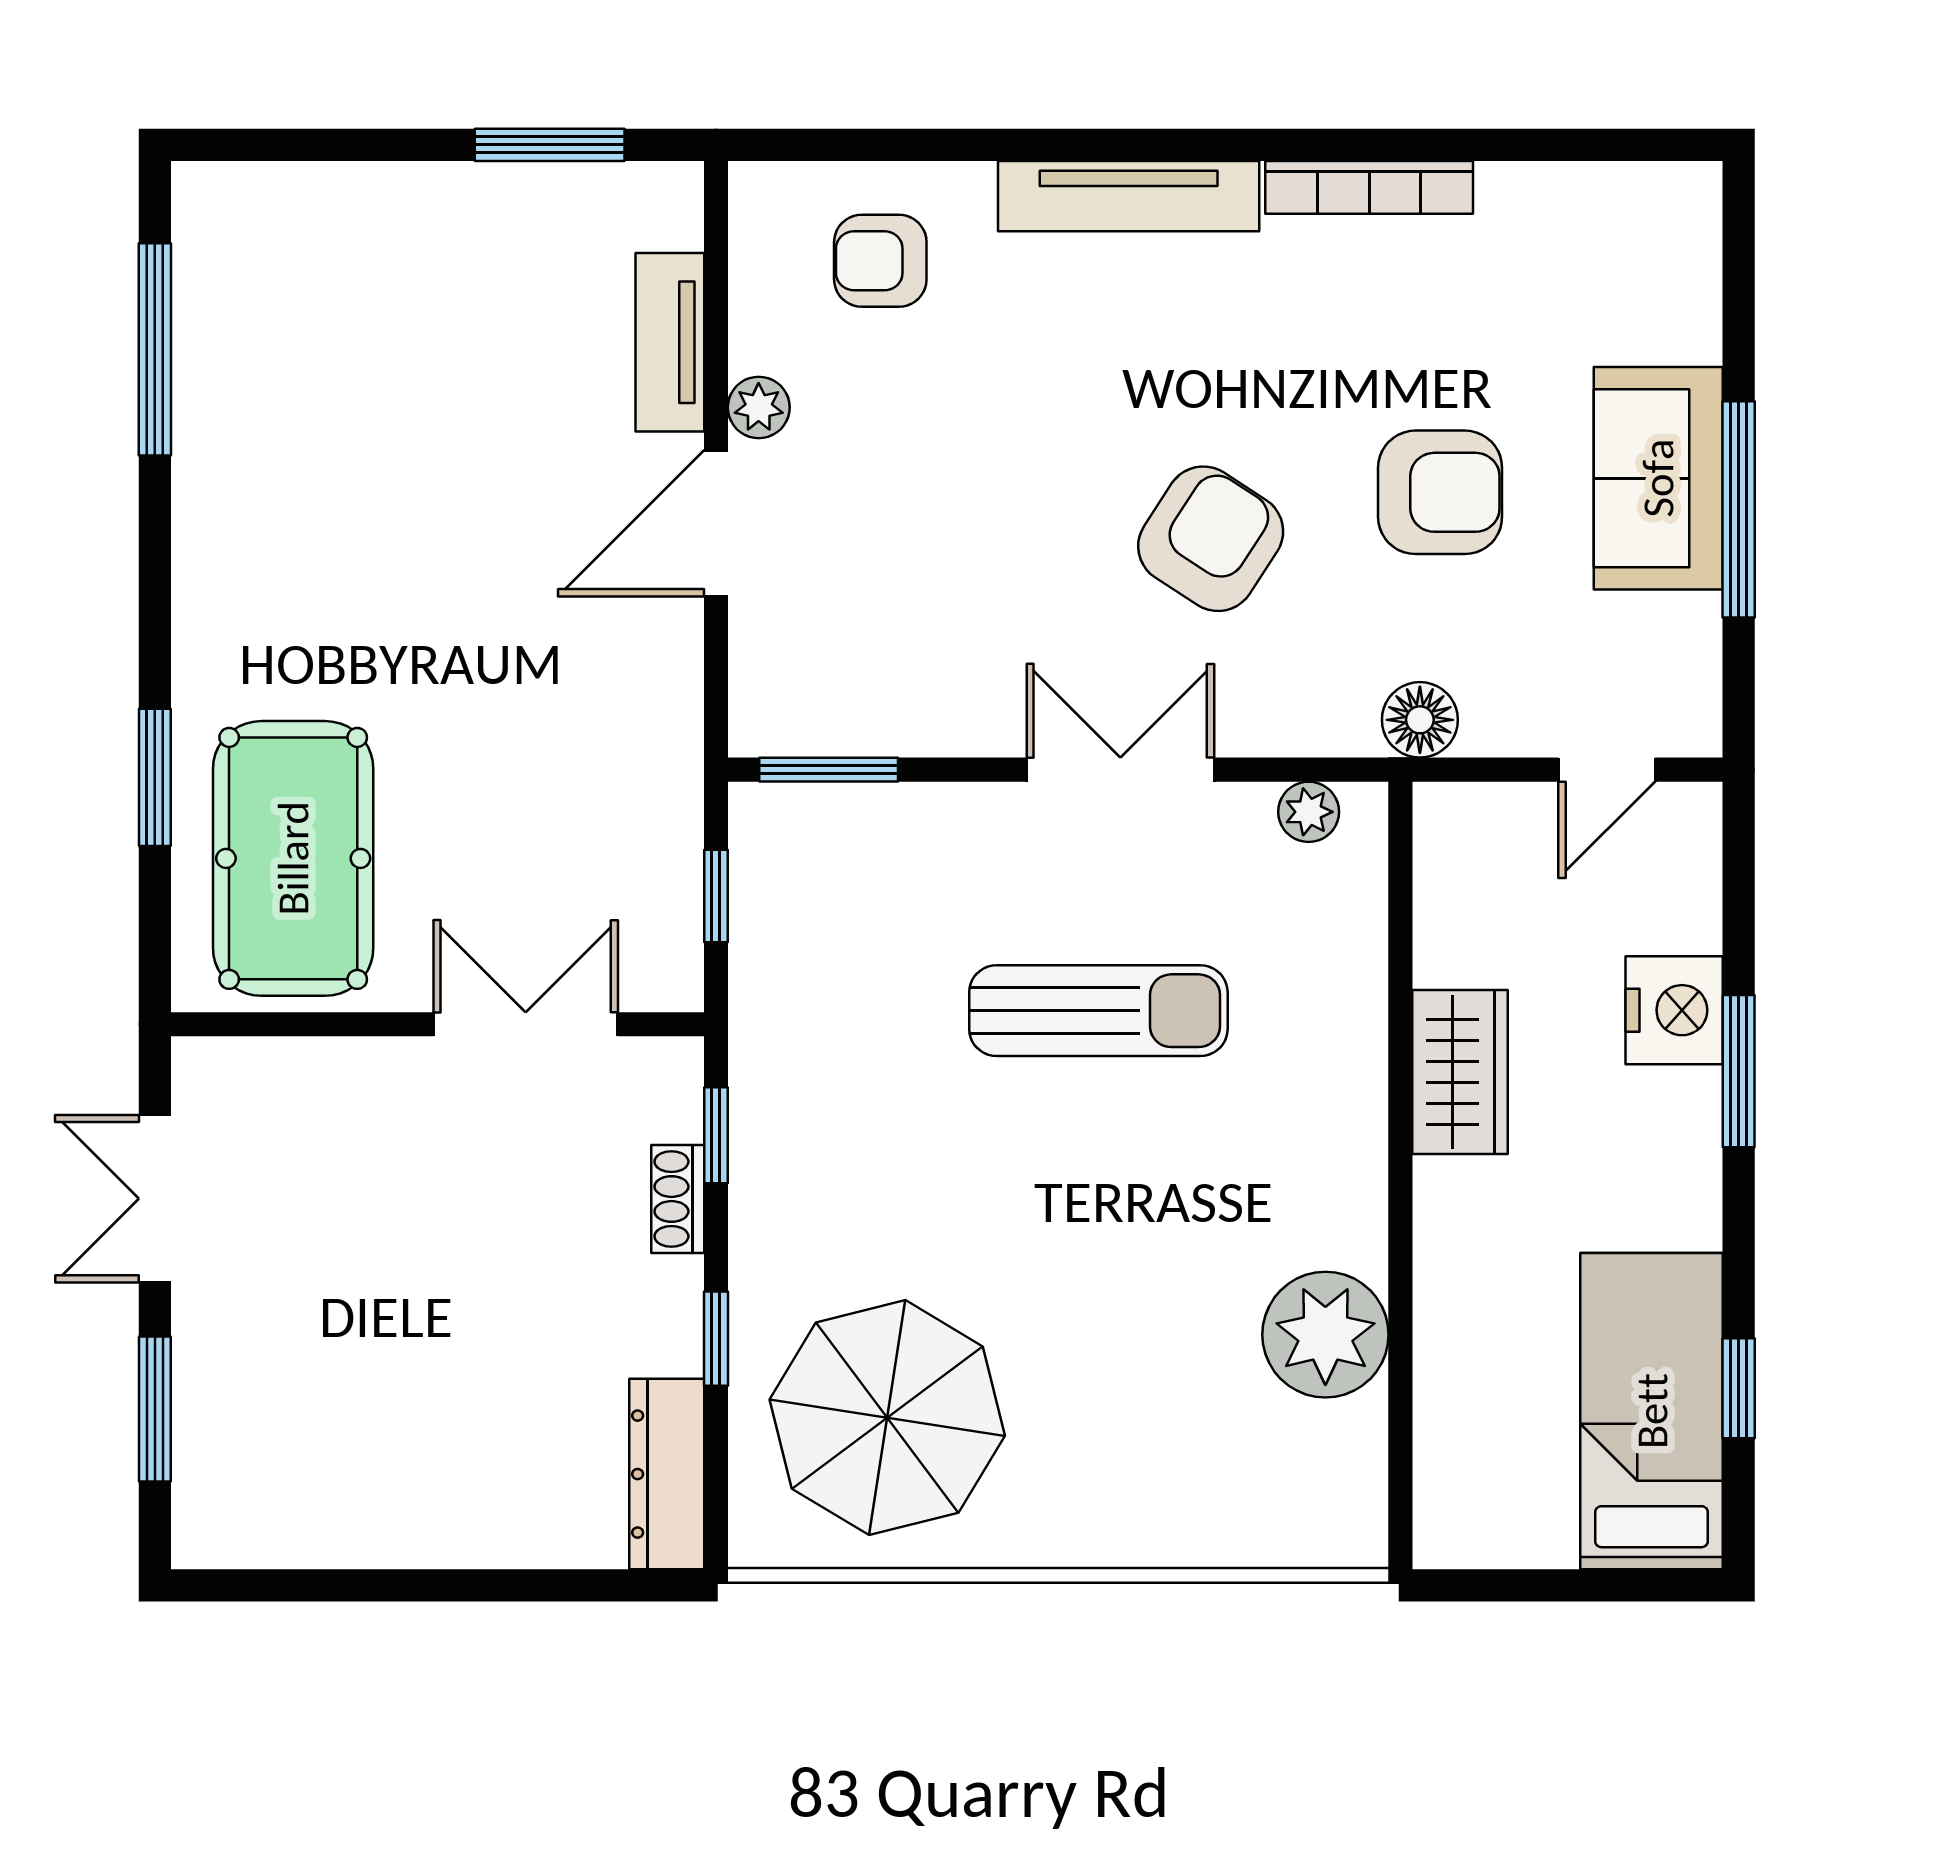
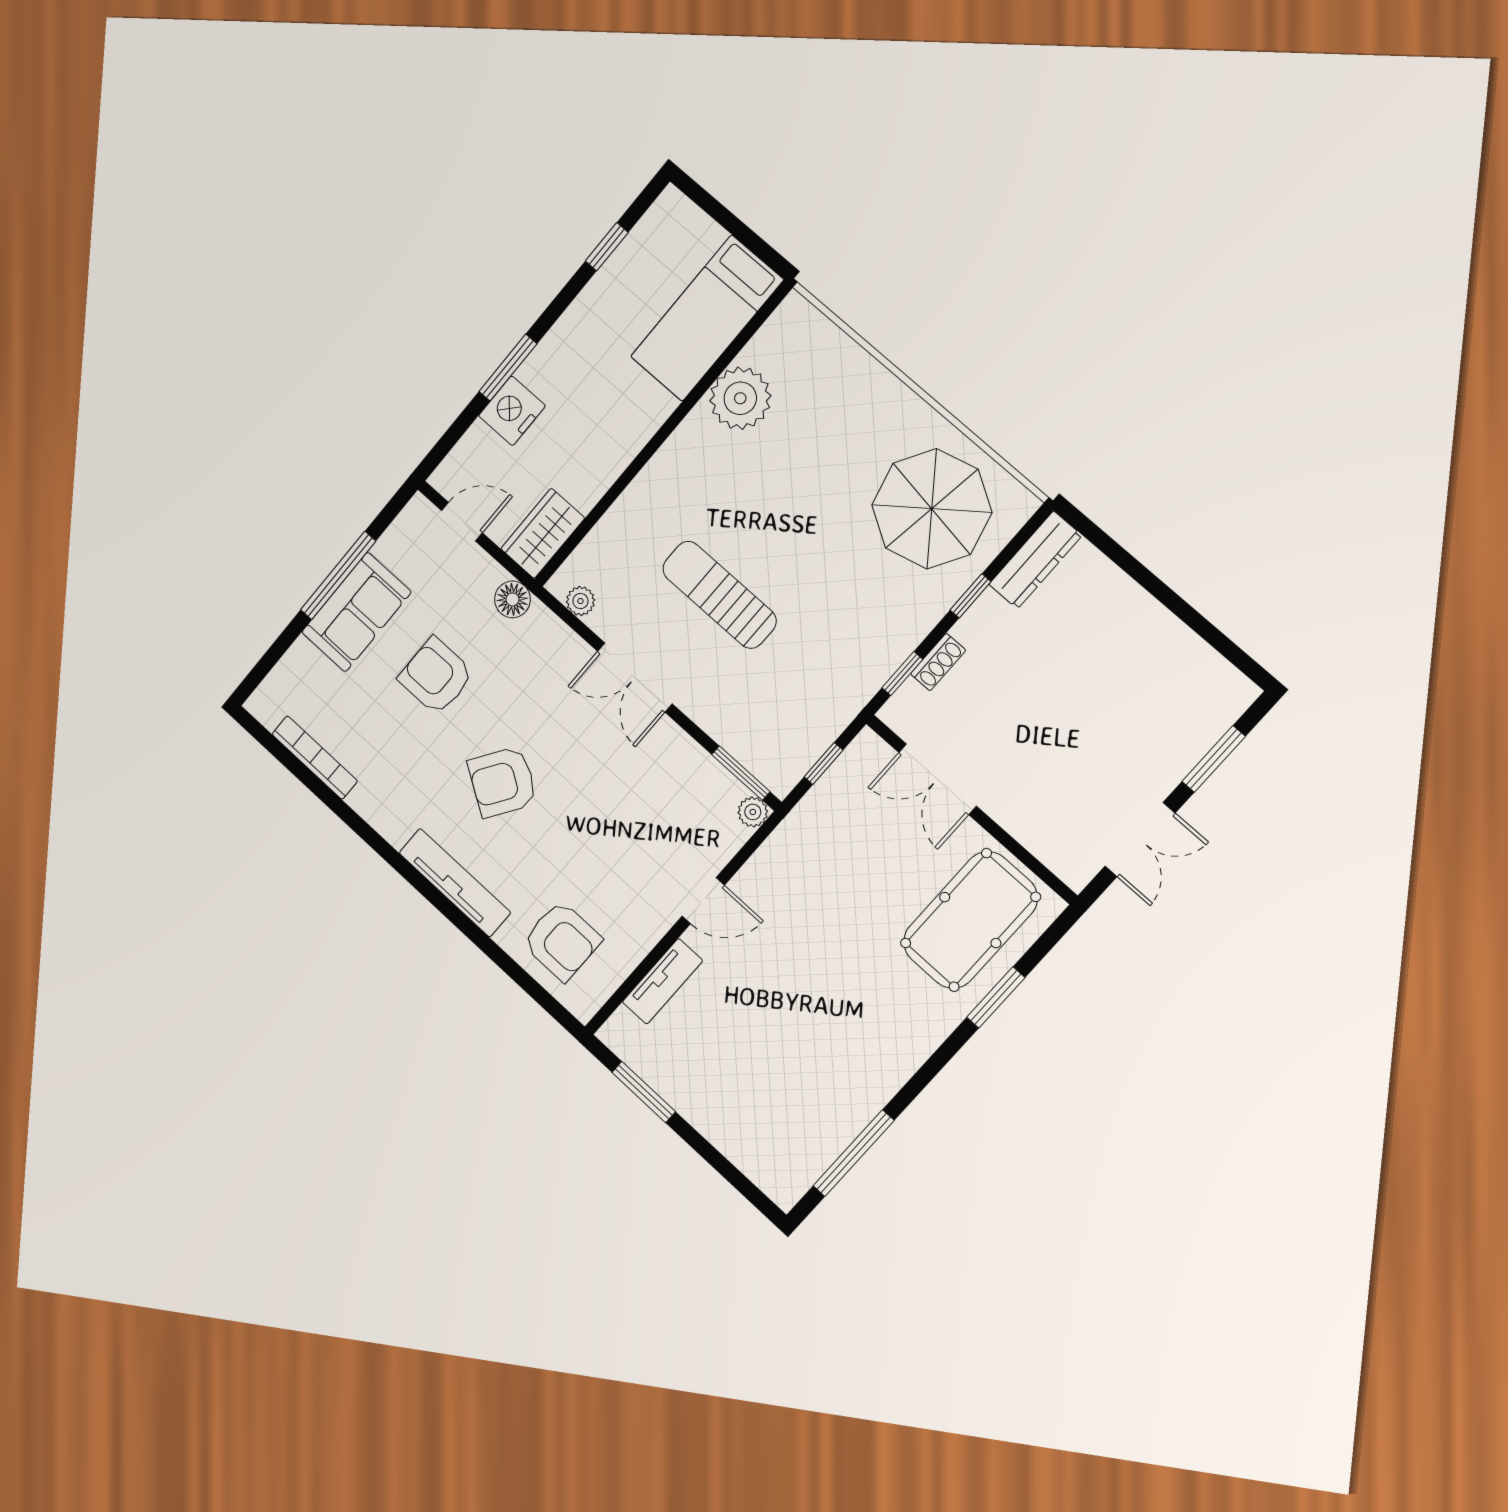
bookcase: (1369, 187) -> (315, 758), moved
armchair: (880, 261) -> (562, 941), width x1.38, depth x1.38
plant: (759, 407) -> (753, 812), moved
door: (716, 523) -> (703, 901), width x0.73
armchair: (1211, 539) -> (503, 782), moved
wardrobe: (1460, 1072) -> (543, 533), moved
bed: (1652, 1411) -> (707, 318), moved

